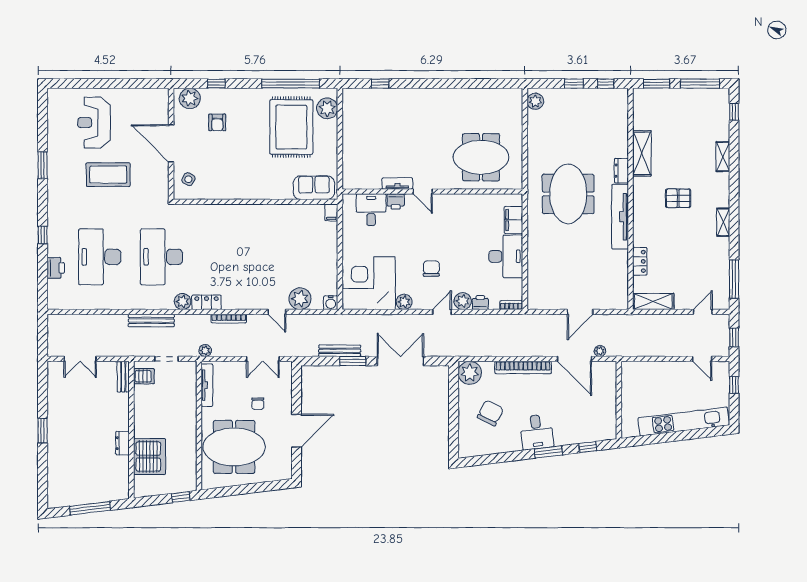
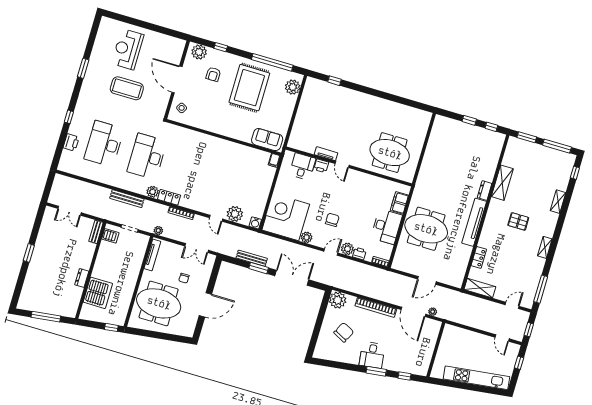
plant: (535, 101) -> (439, 125), removed
rug: (291, 127) -> (249, 88), moved
meeting table: (568, 194) -> (426, 229), moved, turned 90

